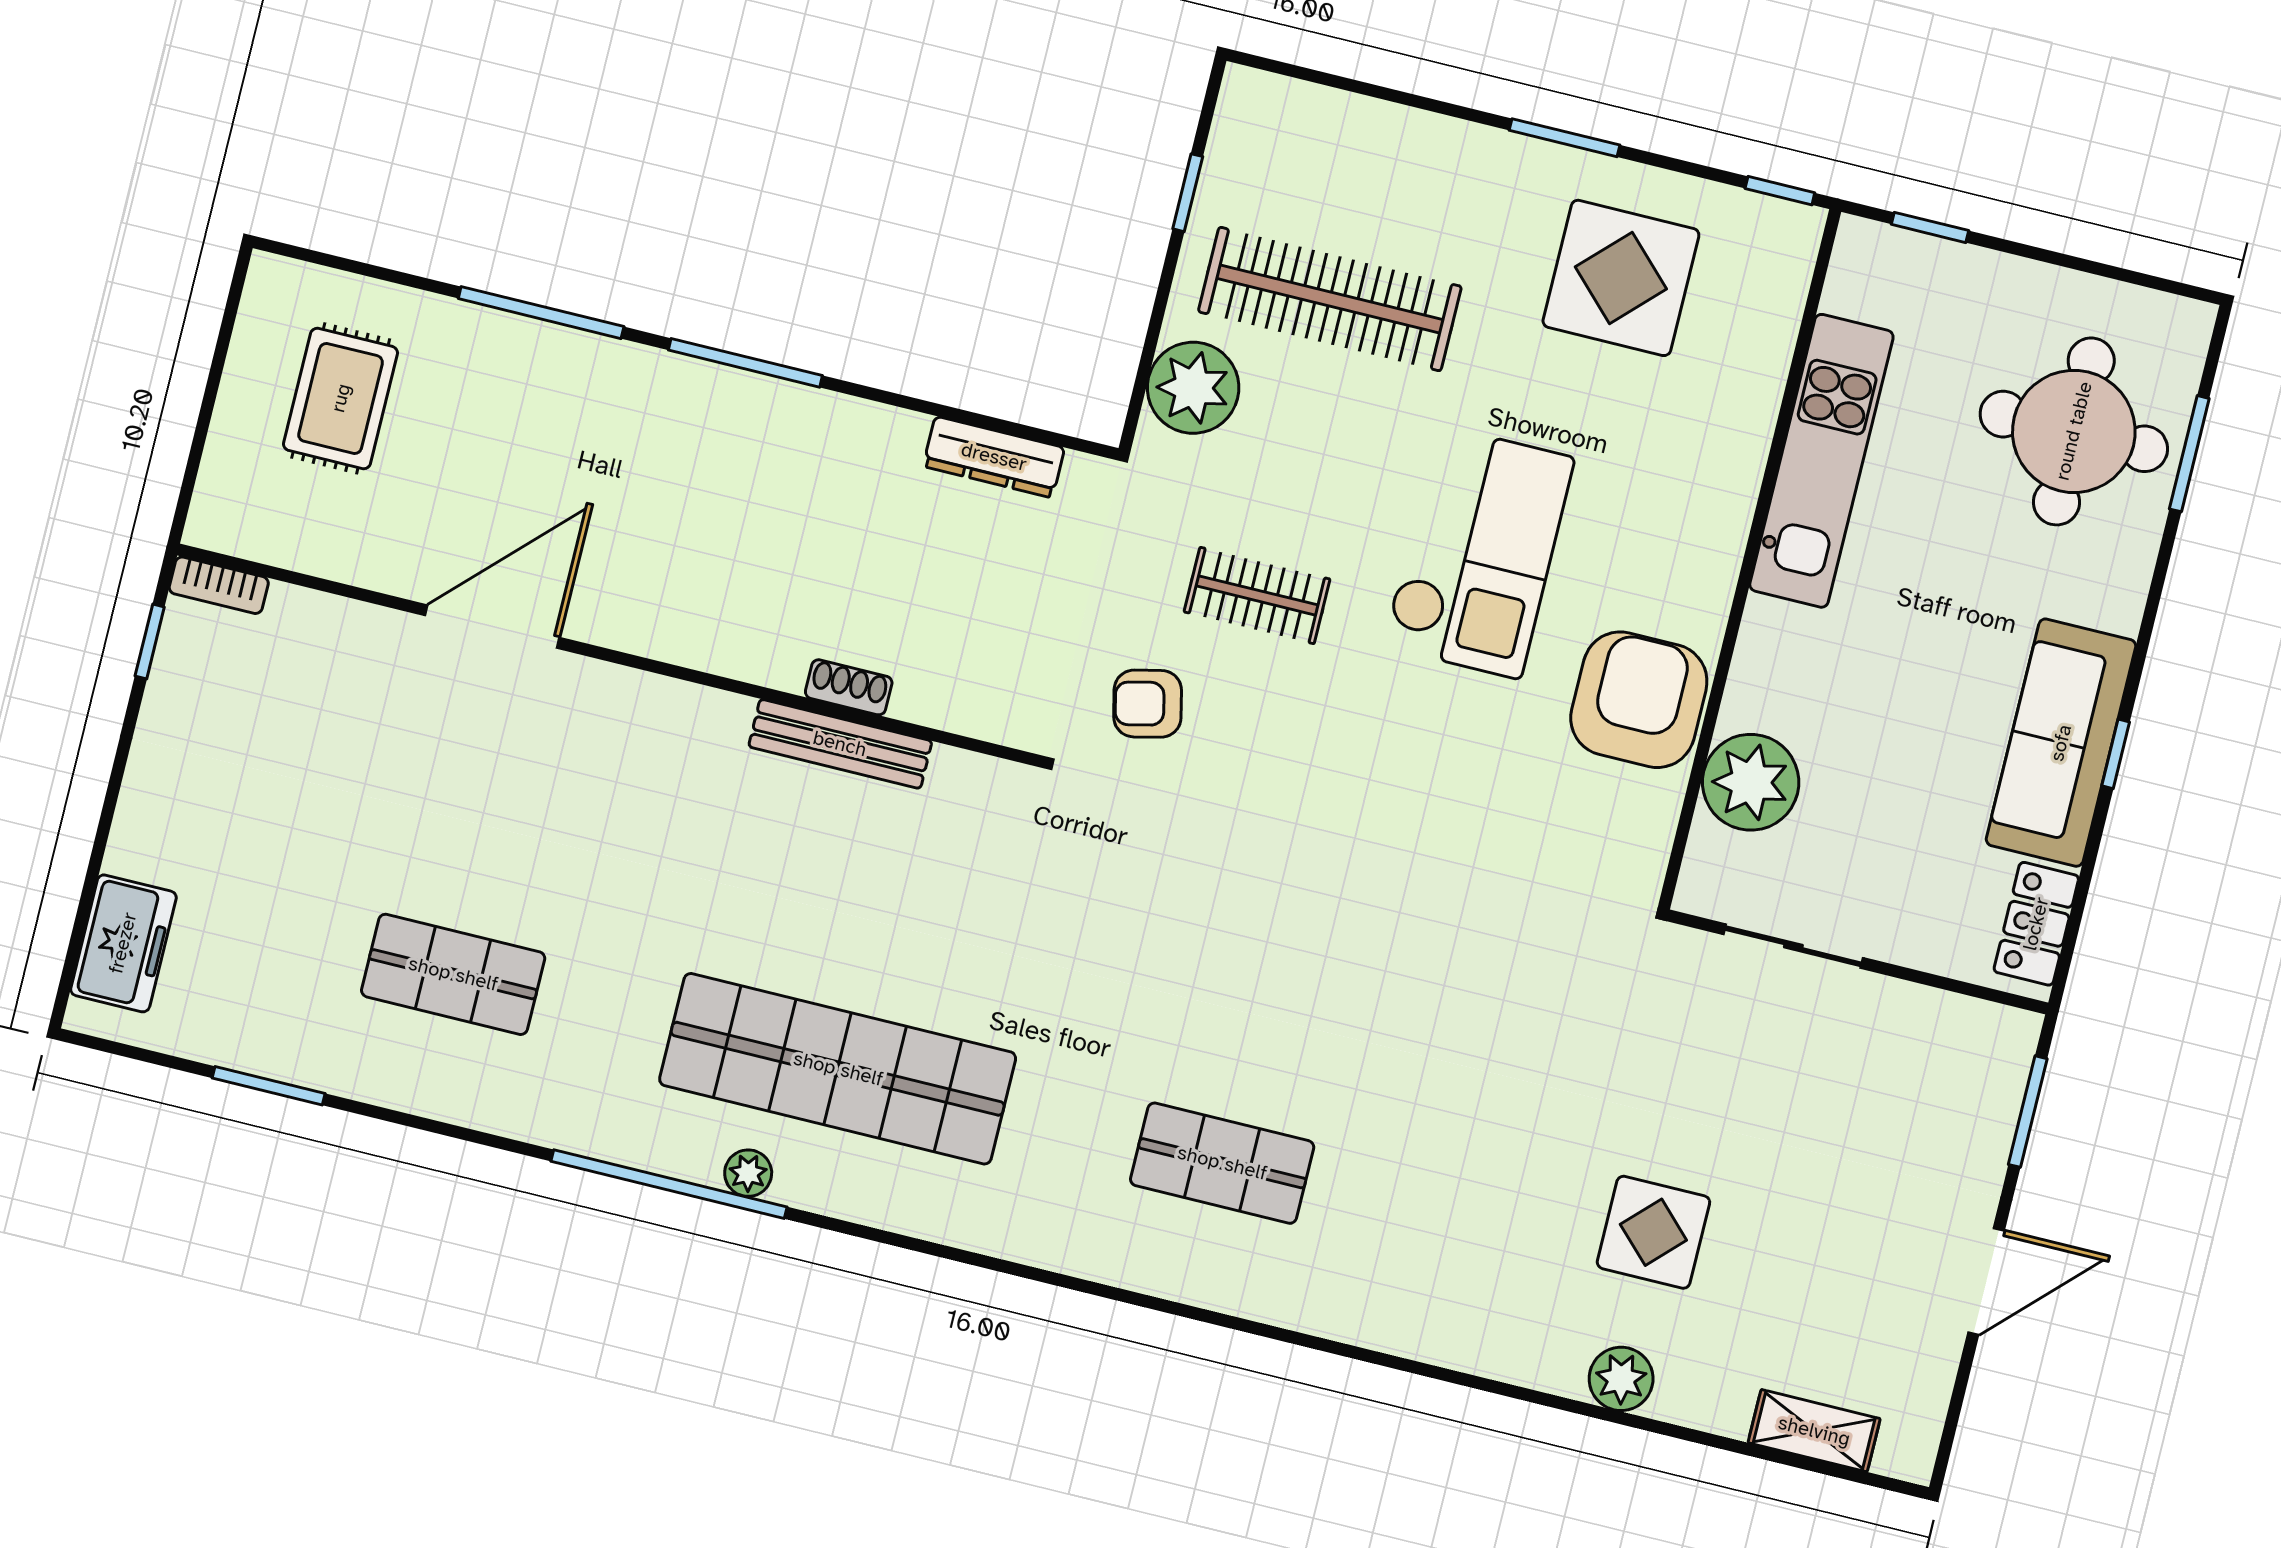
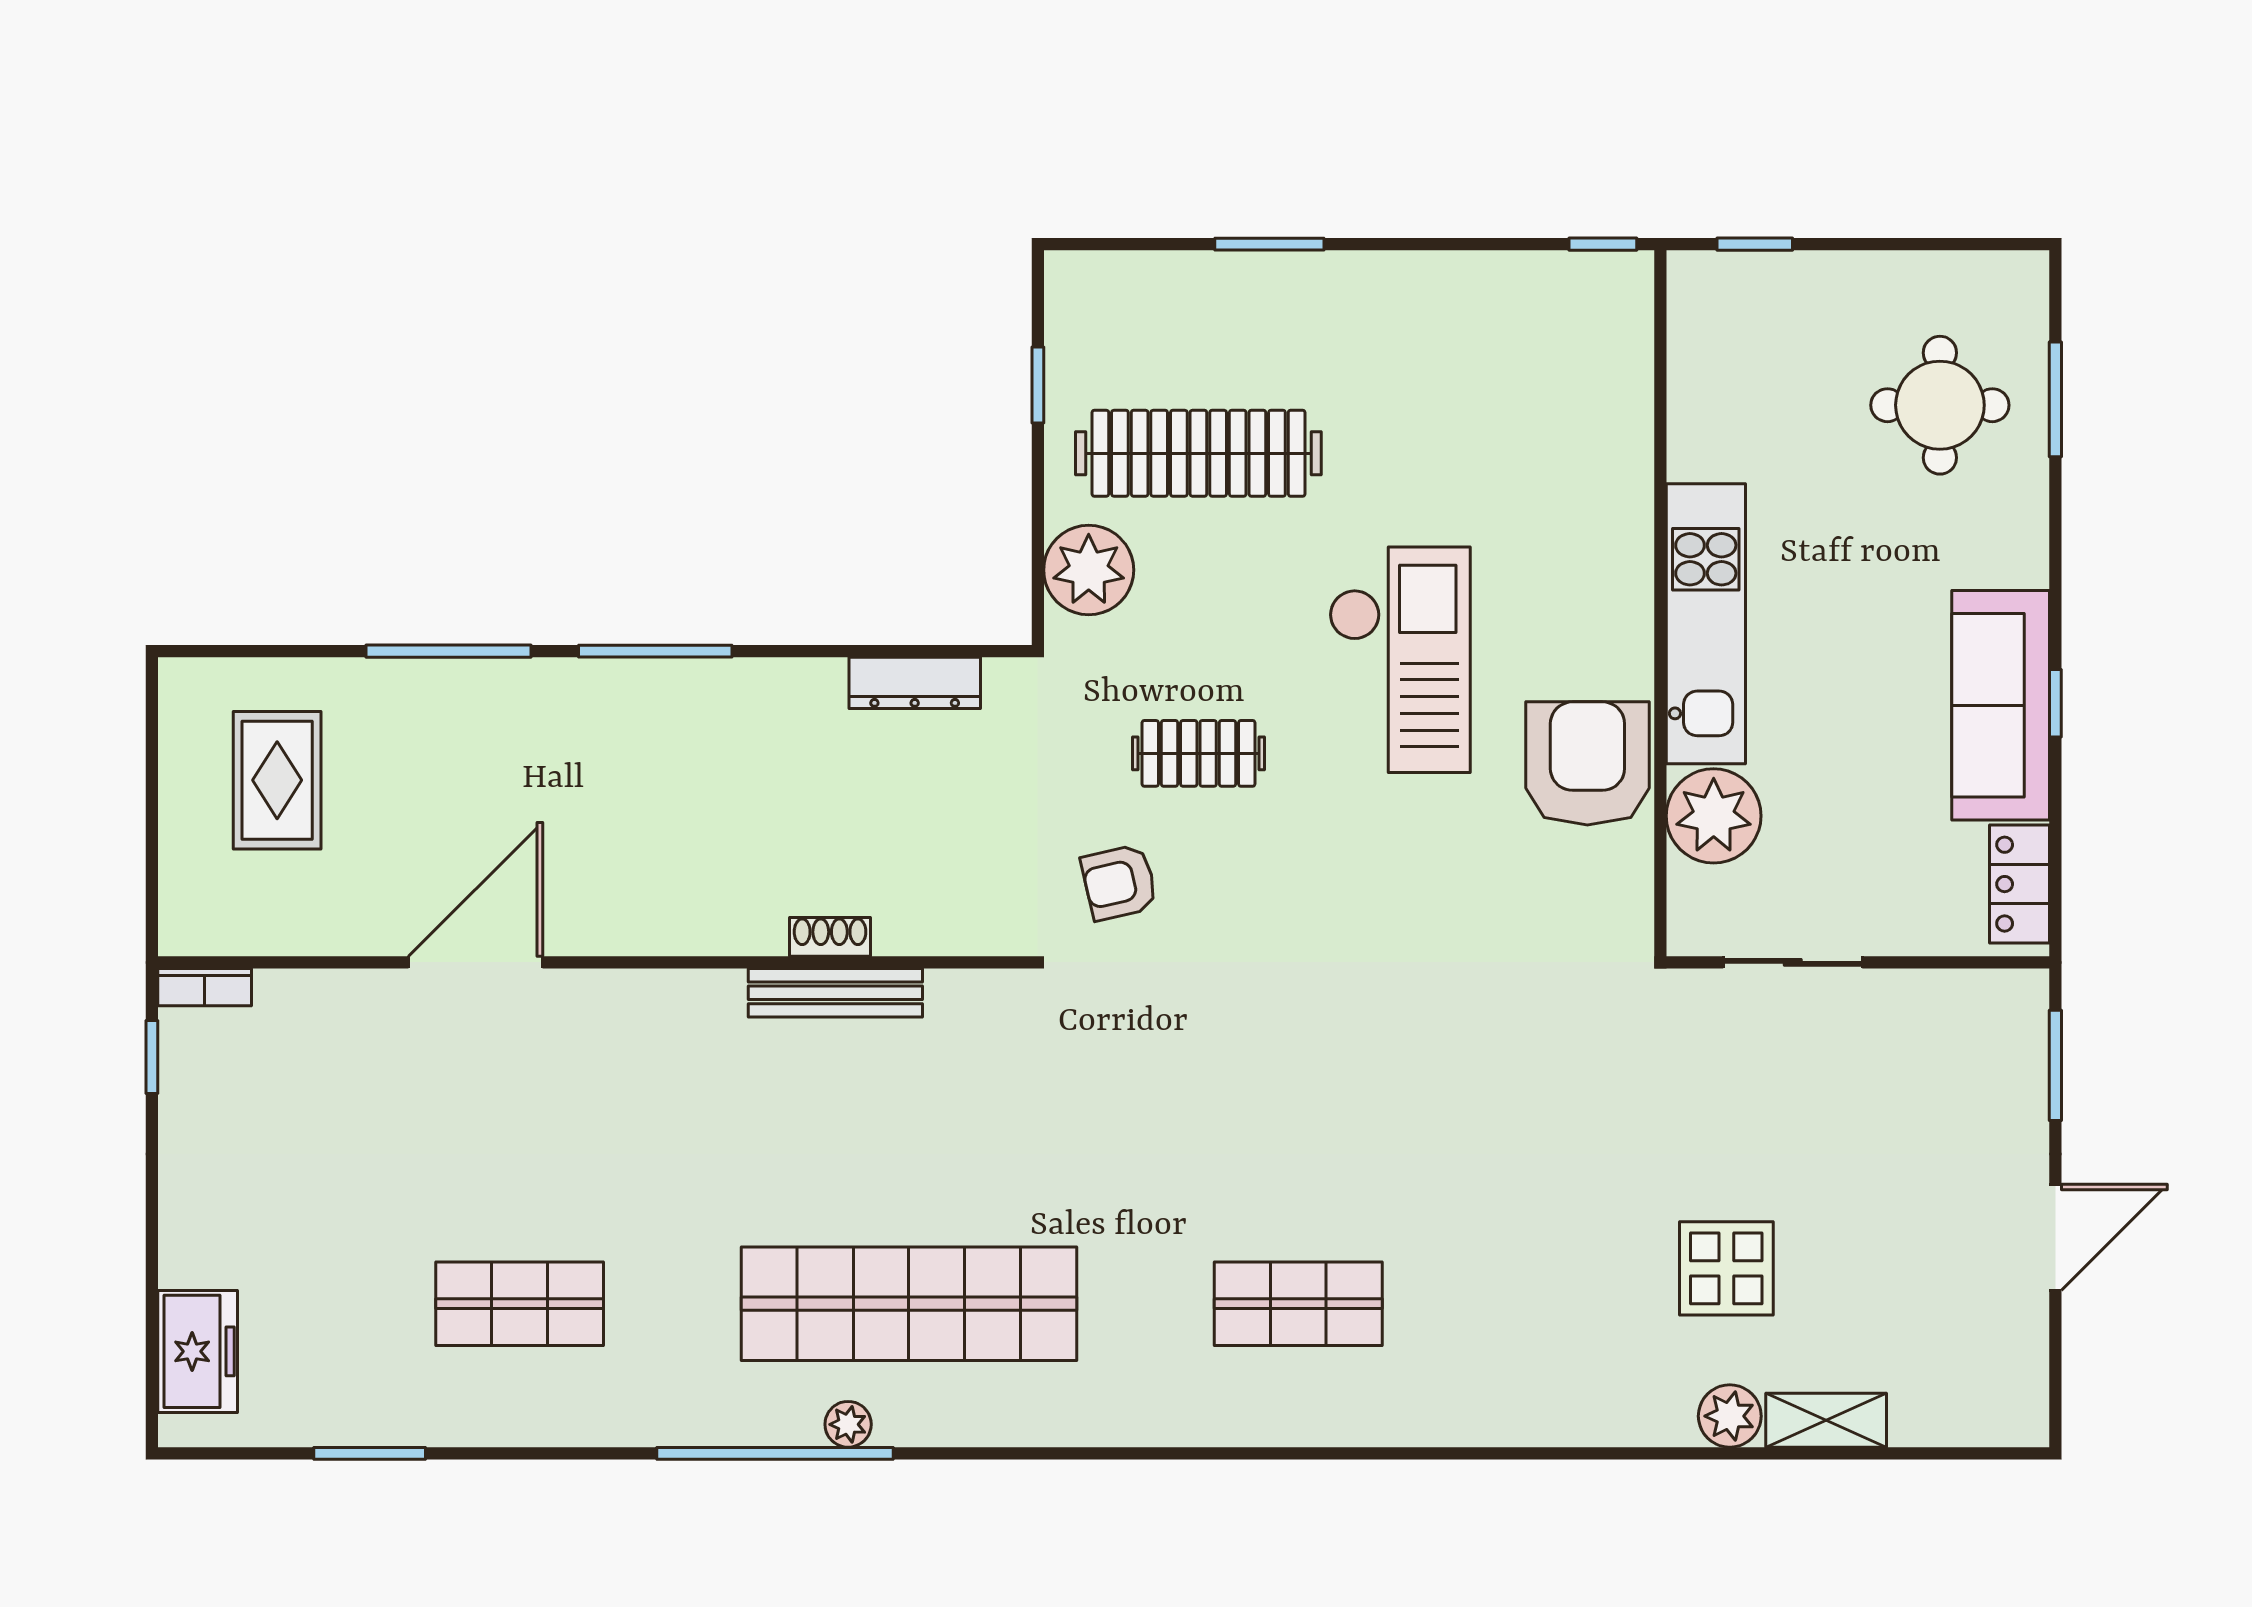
window: (1564, 138) -> (1269, 244), moved
display table: (1621, 278) -> (1471, 365), removed
round table: (2074, 431) -> (1940, 405), width x0.73, depth x0.73
kitchen unit: (1821, 461) -> (1706, 624), moved
shelving: (1814, 1431) -> (1826, 1420), moved

